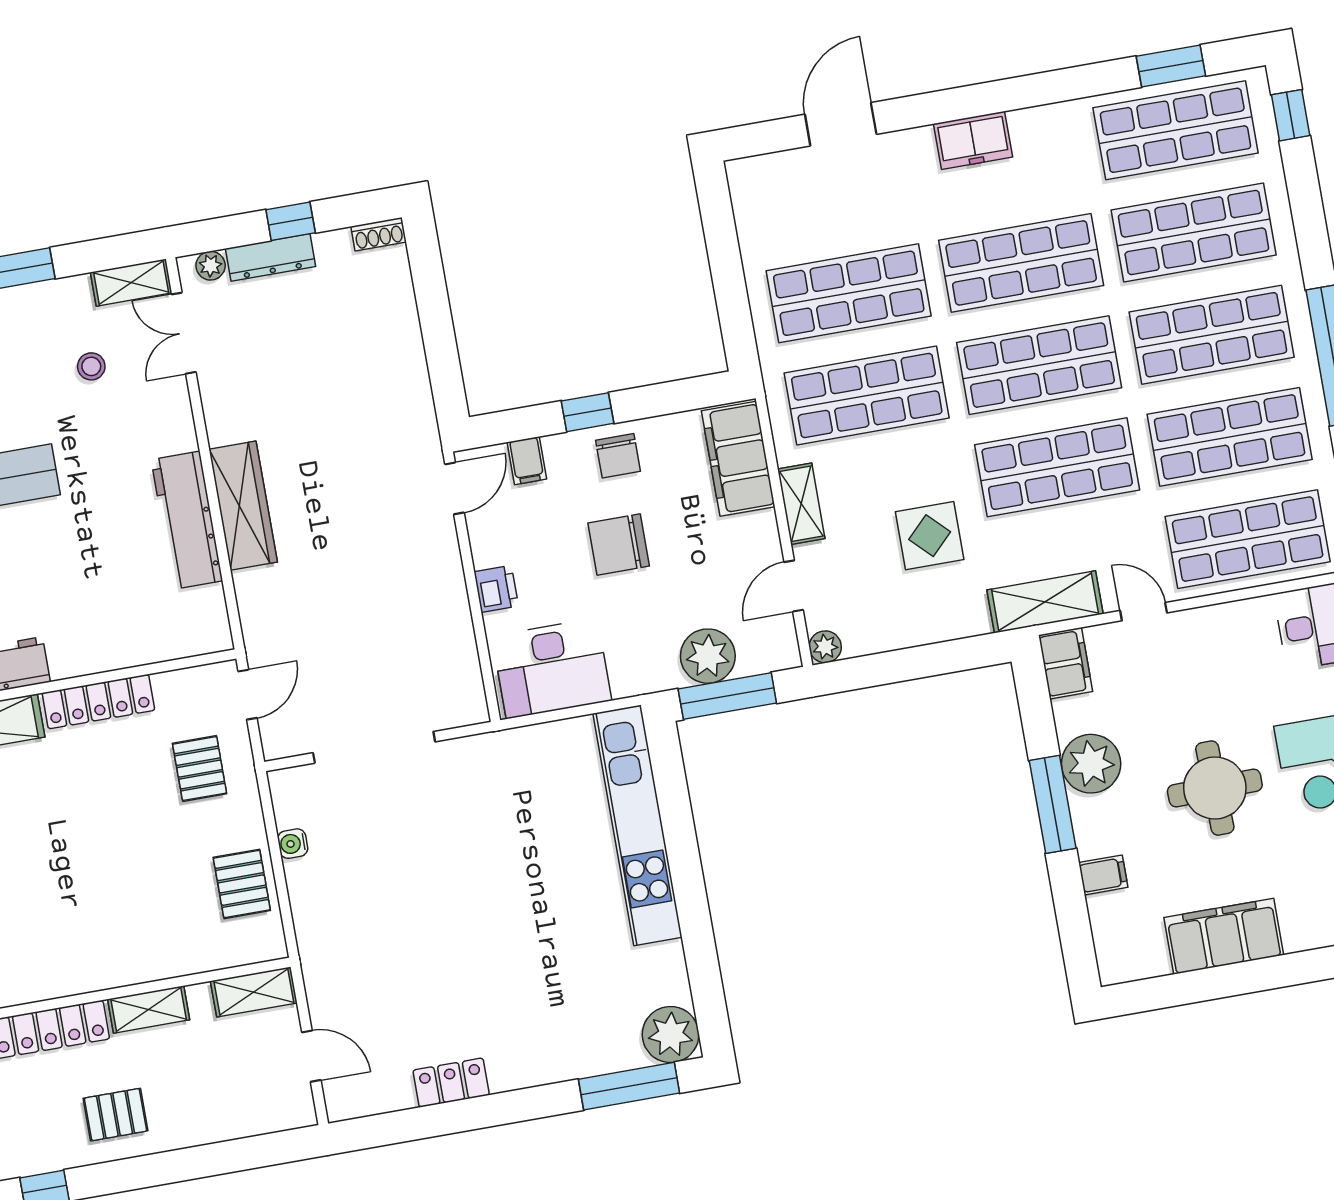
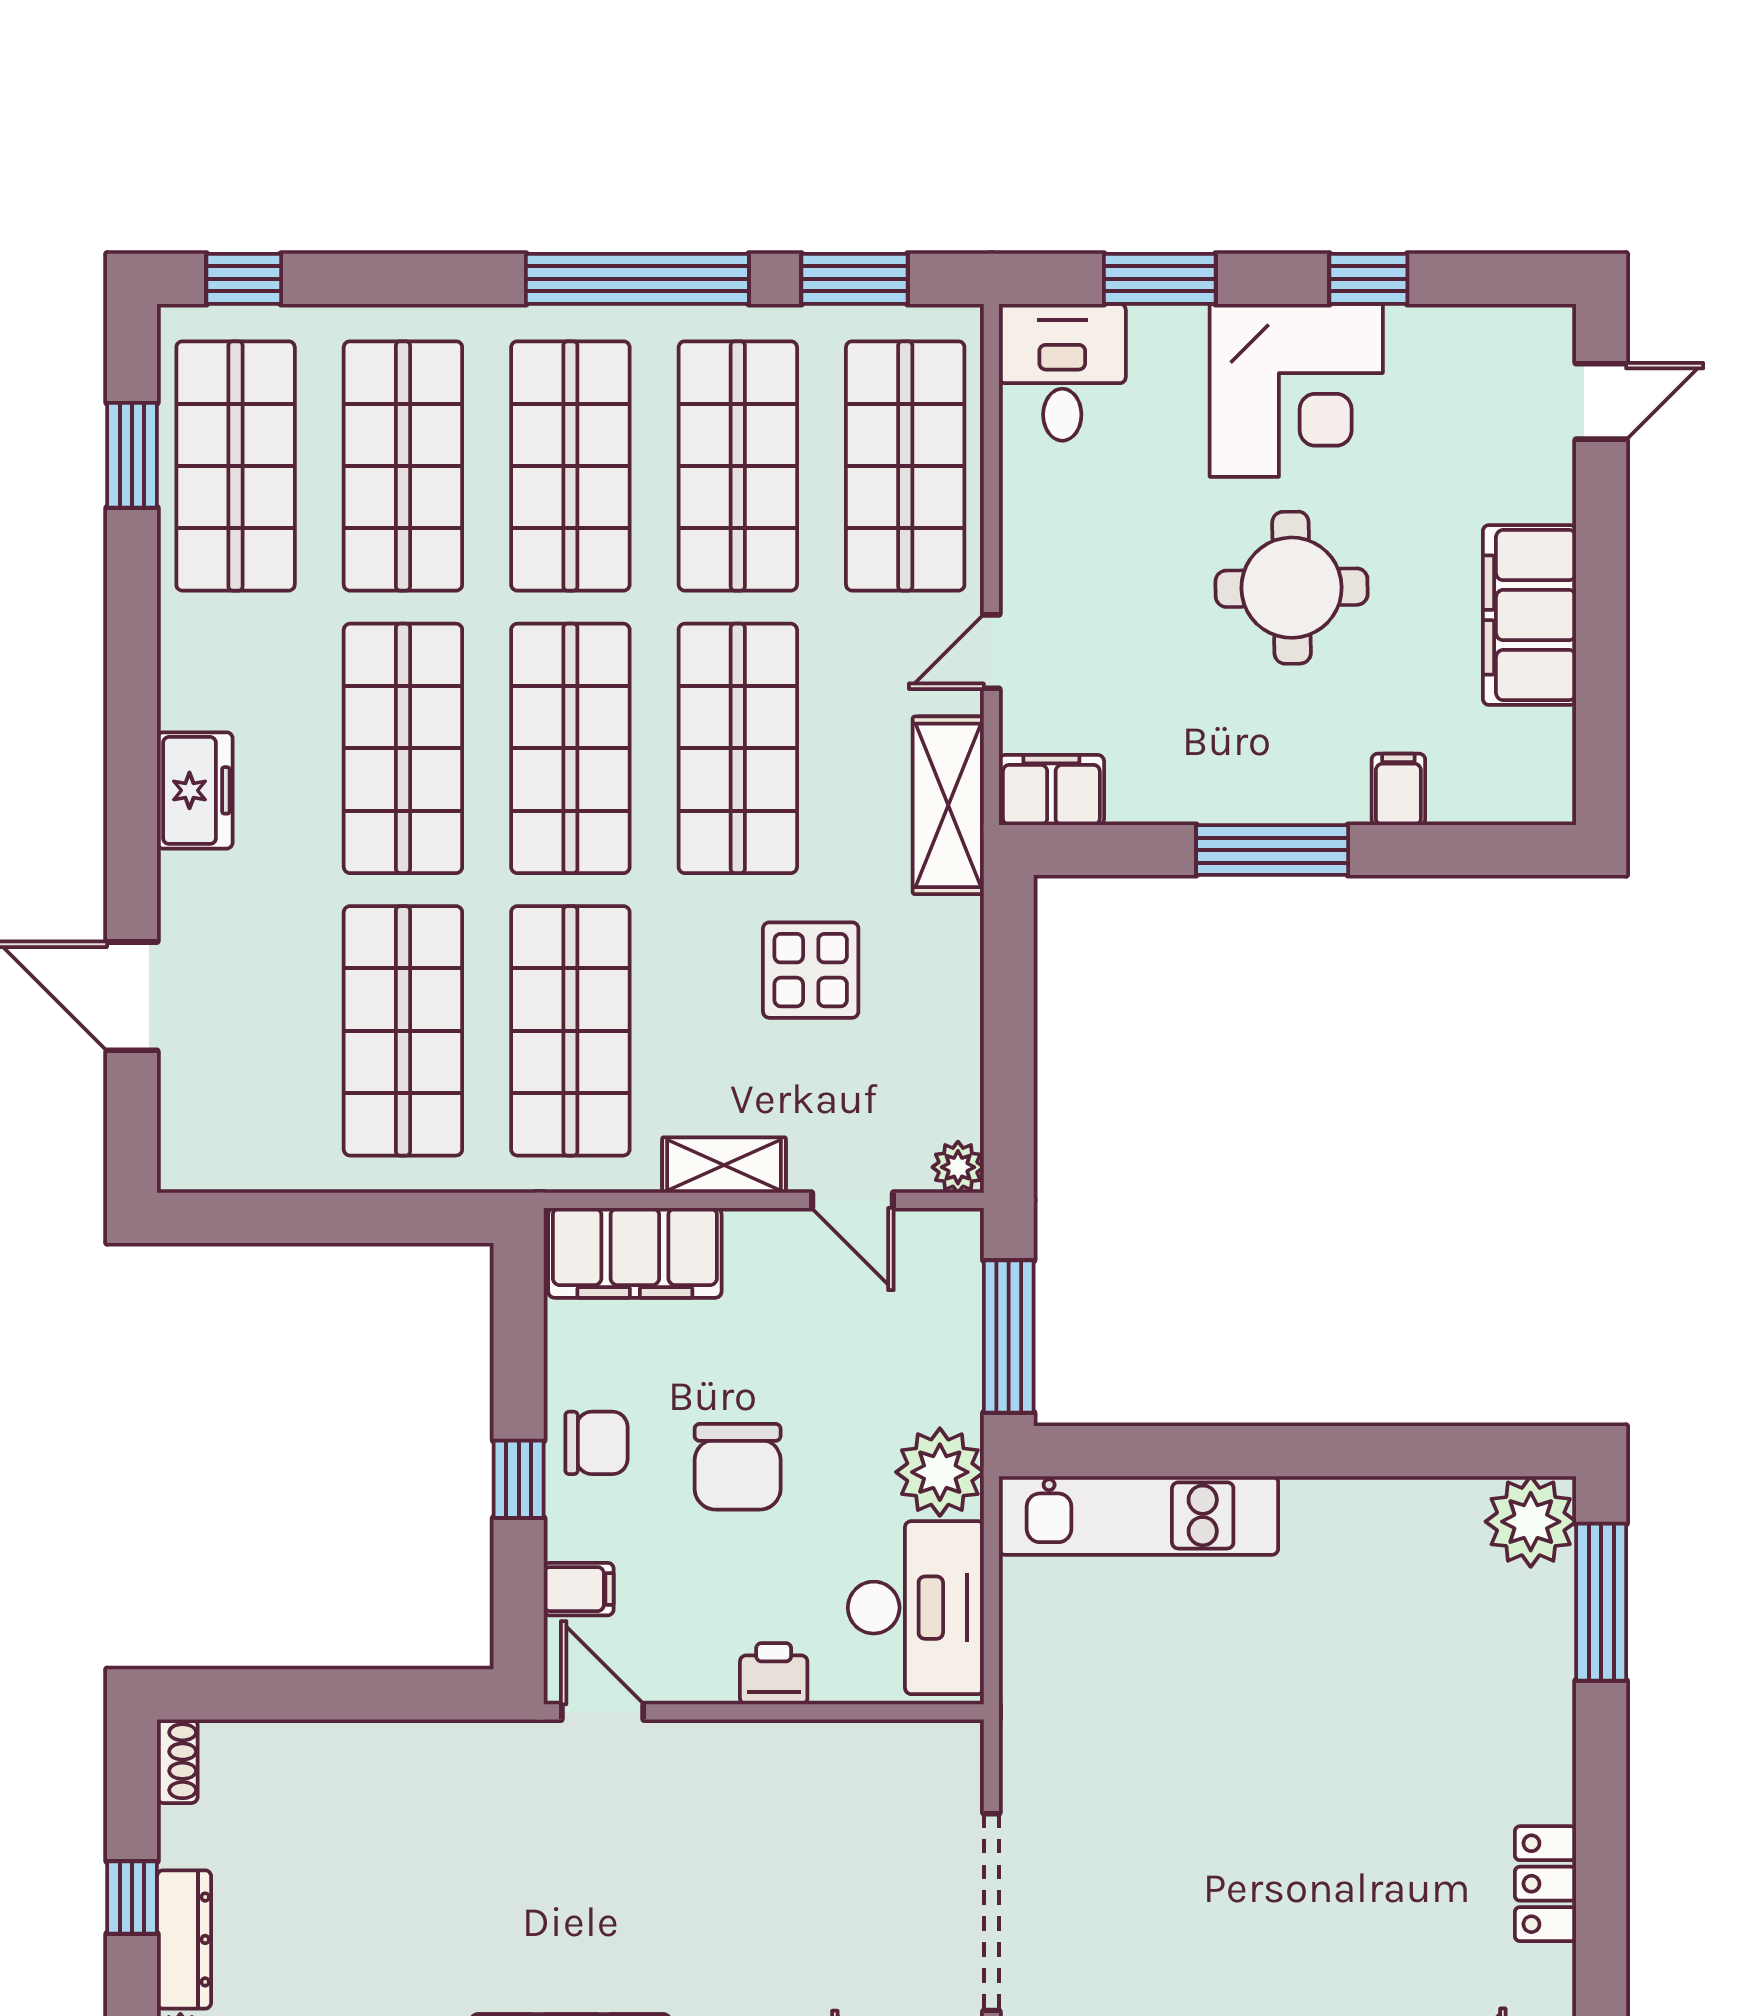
plant: (708, 656) -> (940, 1472), moved
plant: (1091, 764) -> (1218, 778), removed
kitchen unit: (638, 825) -> (1138, 1515), width x0.73

